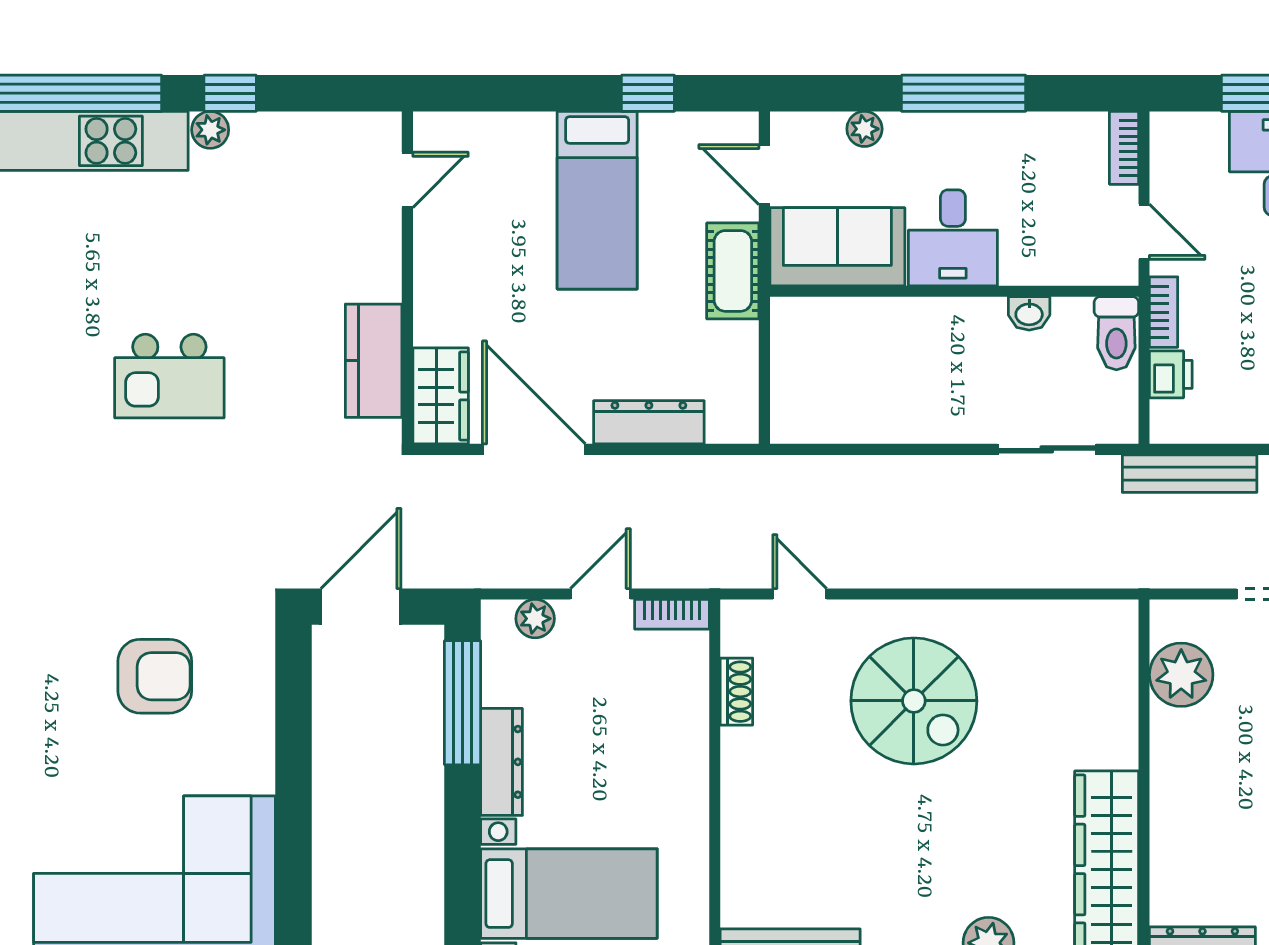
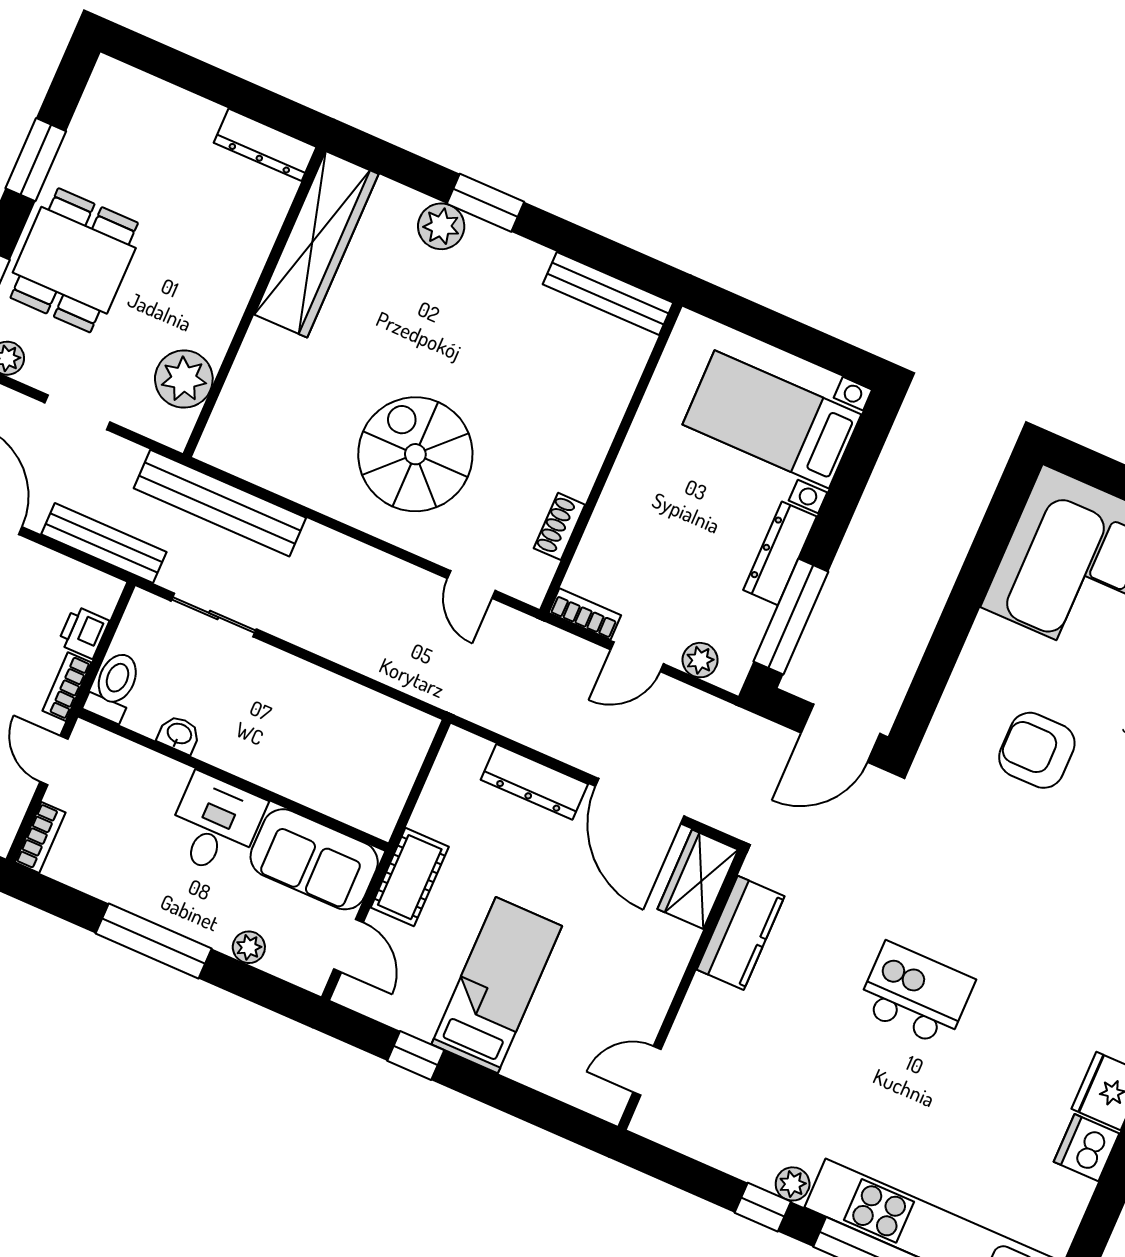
bench: (1090, 565) -> (220, 503), added

